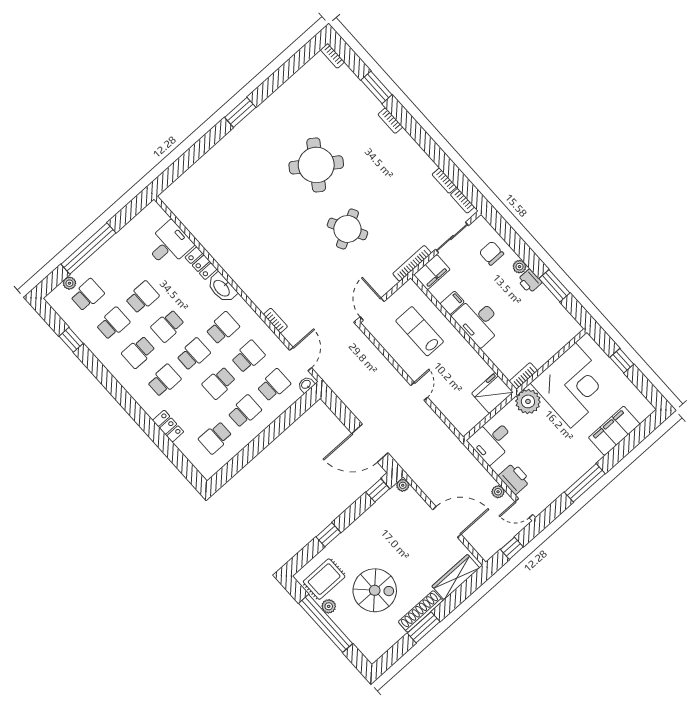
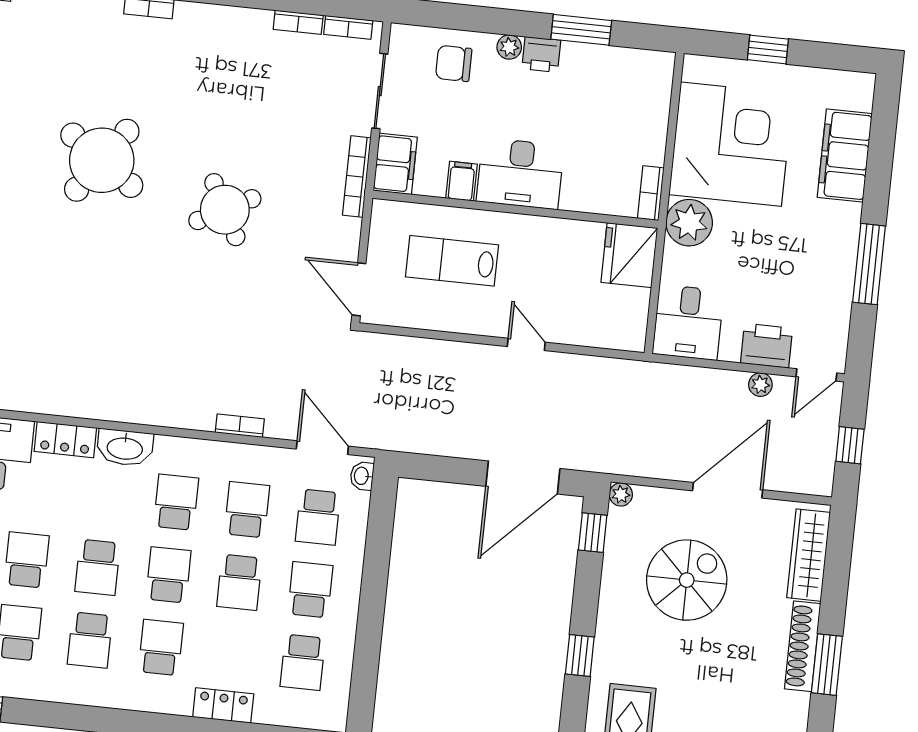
school desk: (274, 385) -> (318, 517), turned 180
spiral stairs: (375, 590) -> (687, 580), moved

